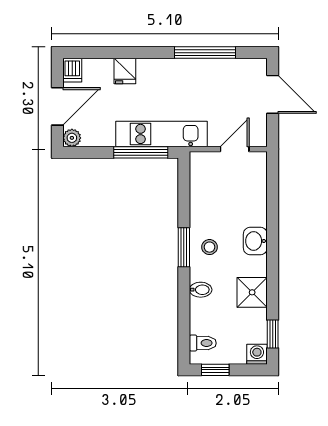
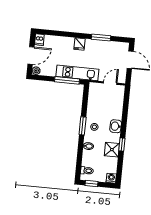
window: (205, 53) -> (101, 38), width x0.69
fridge: (125, 71) -> (80, 44), moved
window: (273, 334) -> (122, 145), moved

